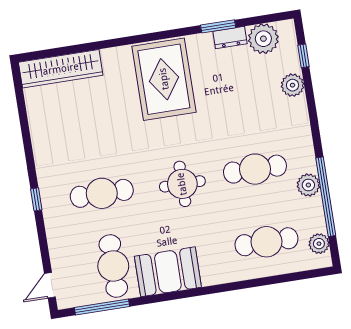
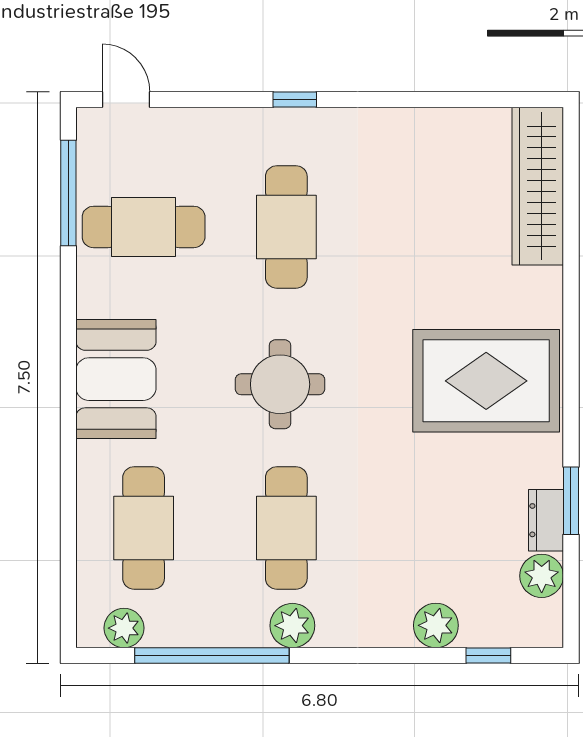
plant: (263, 39) -> (542, 576), width x0.73, depth x0.73
plant: (308, 185) -> (292, 626), moved
booth: (168, 272) -> (116, 379), moved

